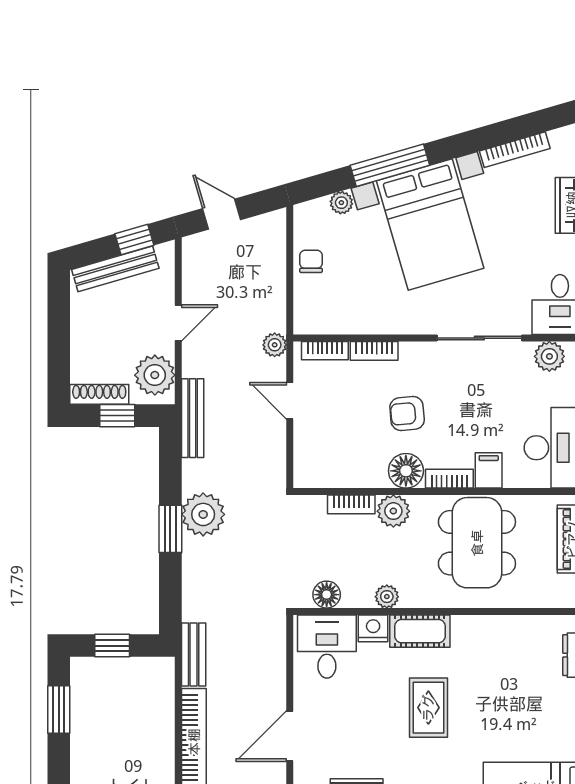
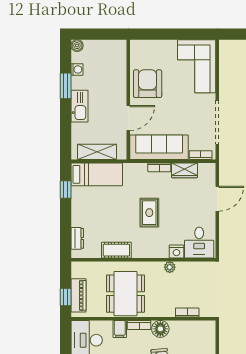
plant: (393, 511) -> (167, 309), removed
floor lamp: (327, 595) -> (199, 268), removed
cot: (420, 631) -> (116, 250), moved

